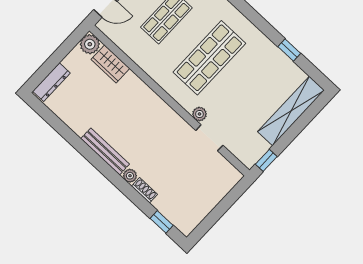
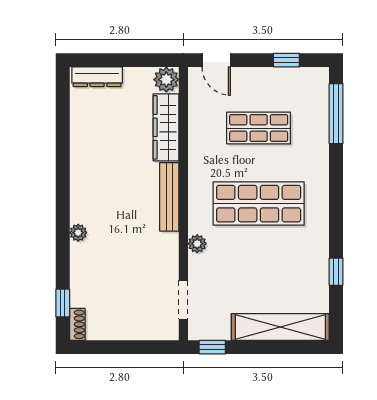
wardrobe: (110, 64) -> (166, 127), width x1.50
doorway: (209, 138) -> (183, 300), moved
bench: (105, 151) -> (169, 197), moved
shoe rack: (145, 190) -> (77, 324), moved

